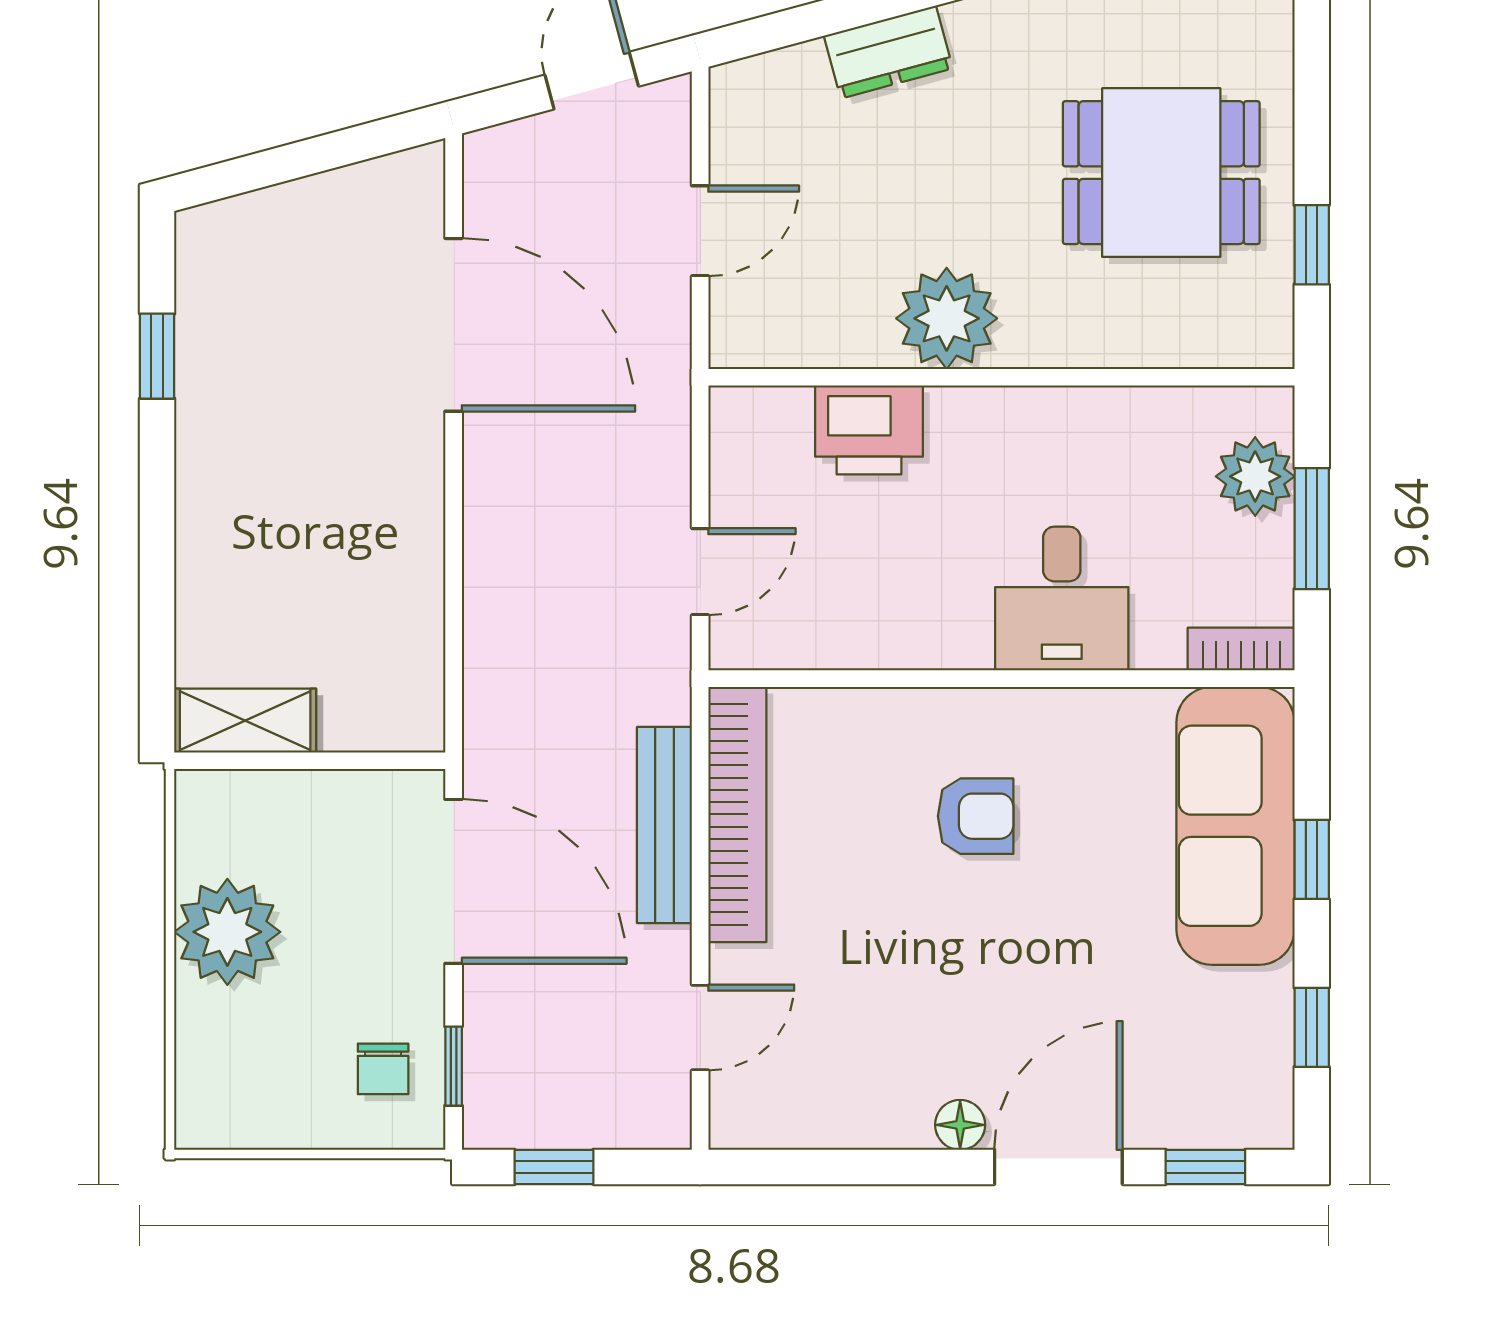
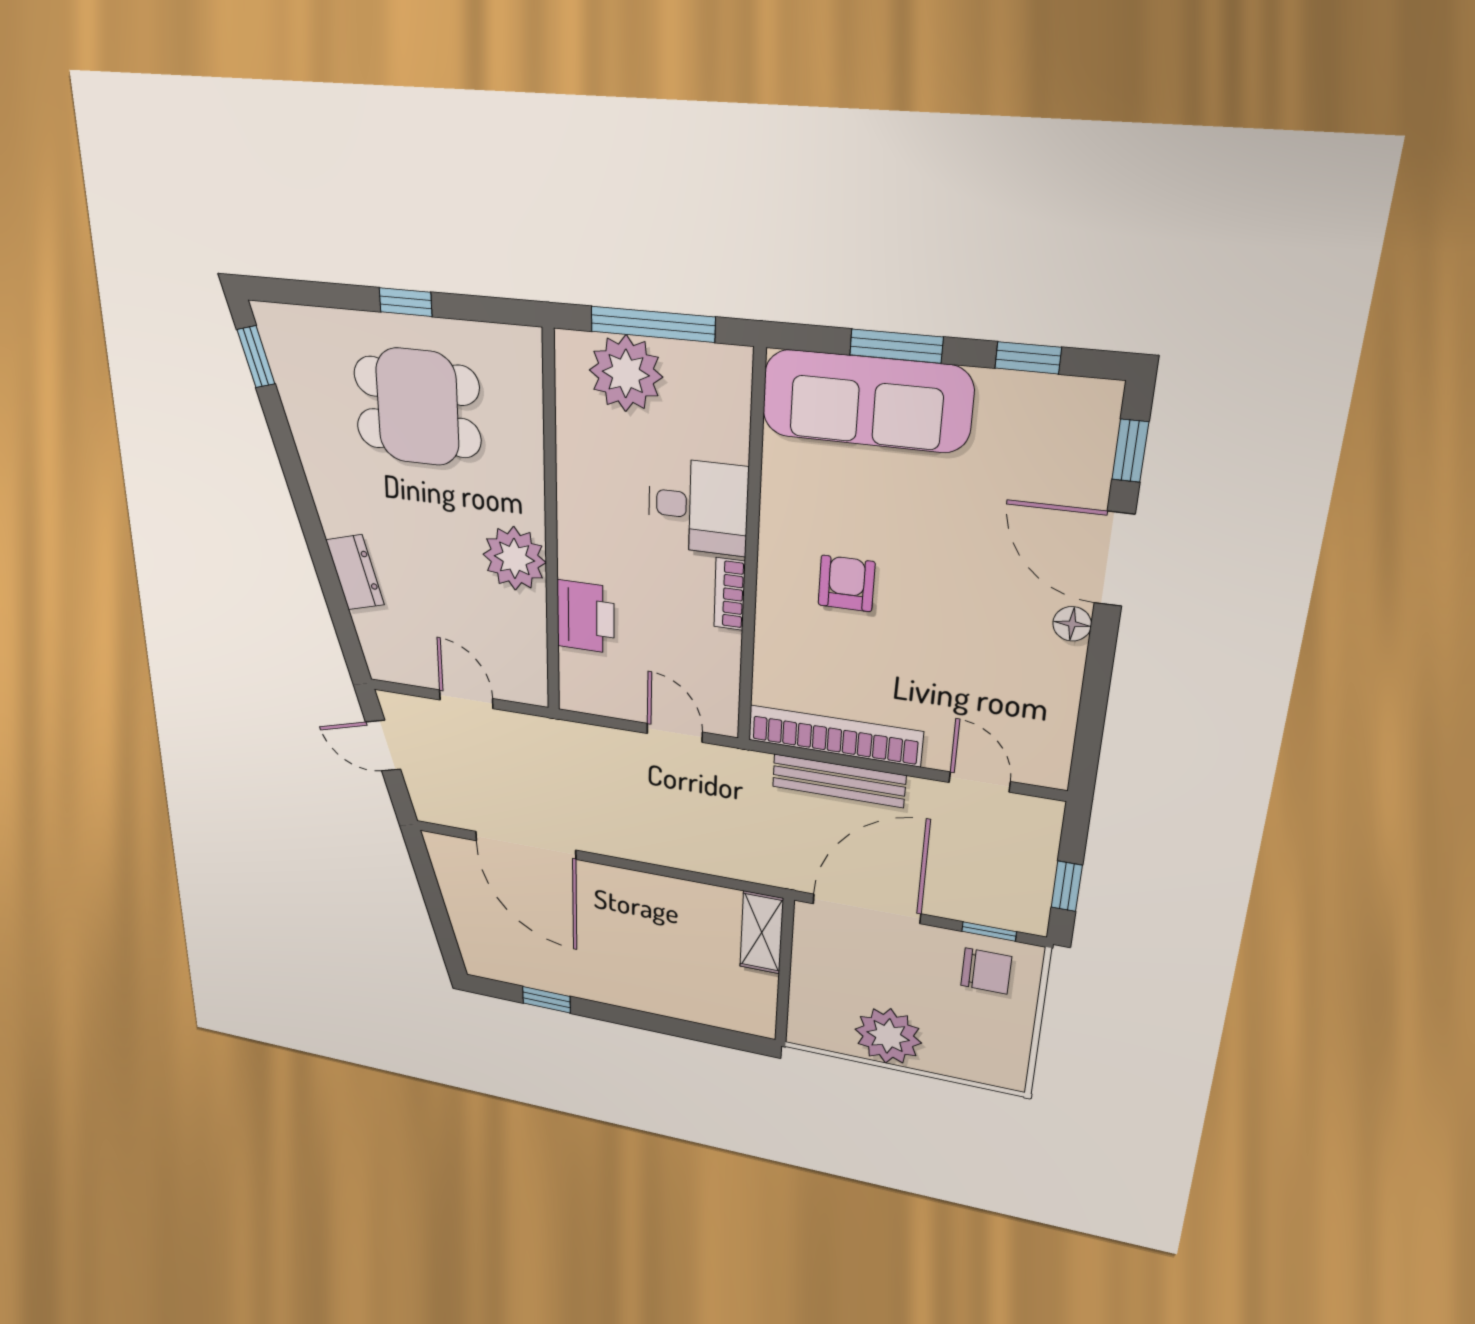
dining table: (1161, 173) -> (417, 407), turned 90
window: (1312, 245) -> (406, 302), moved
door: (454, 325) -> (525, 845), swing flipped
plant: (1255, 476) -> (626, 373), width x1.36, depth x1.36
window: (1312, 529) -> (653, 324), width x1.44
bookcase: (1241, 649) -> (729, 594), moved
shelving: (245, 721) -> (762, 932), moved
window: (1312, 859) -> (896, 346), width x1.50
chair: (383, 1069) -> (986, 971), width x1.37, depth x1.37

